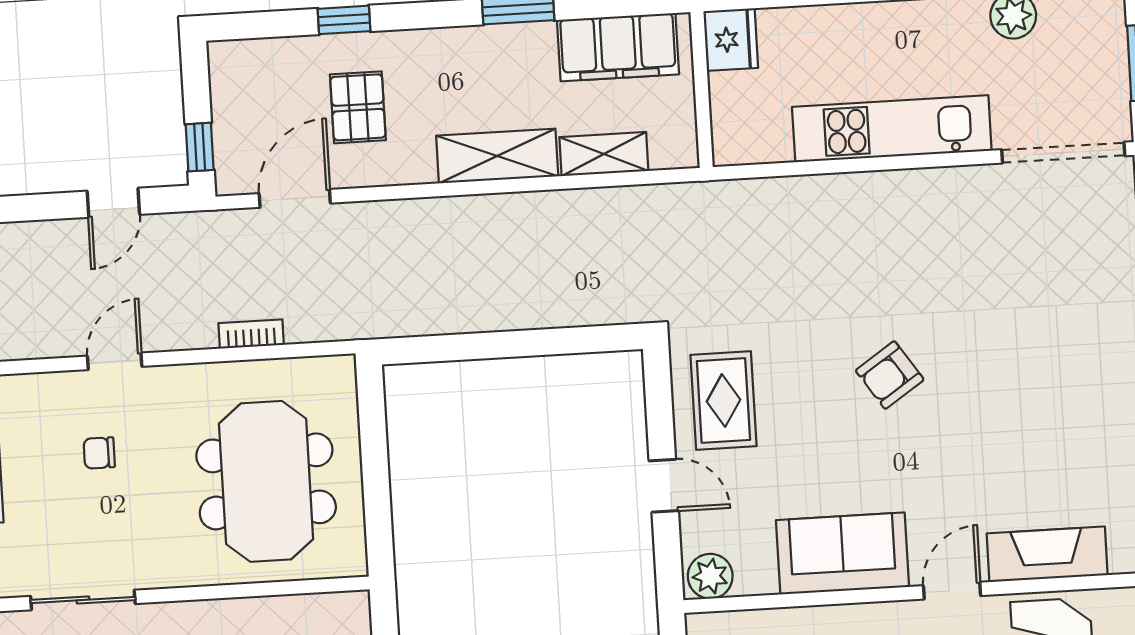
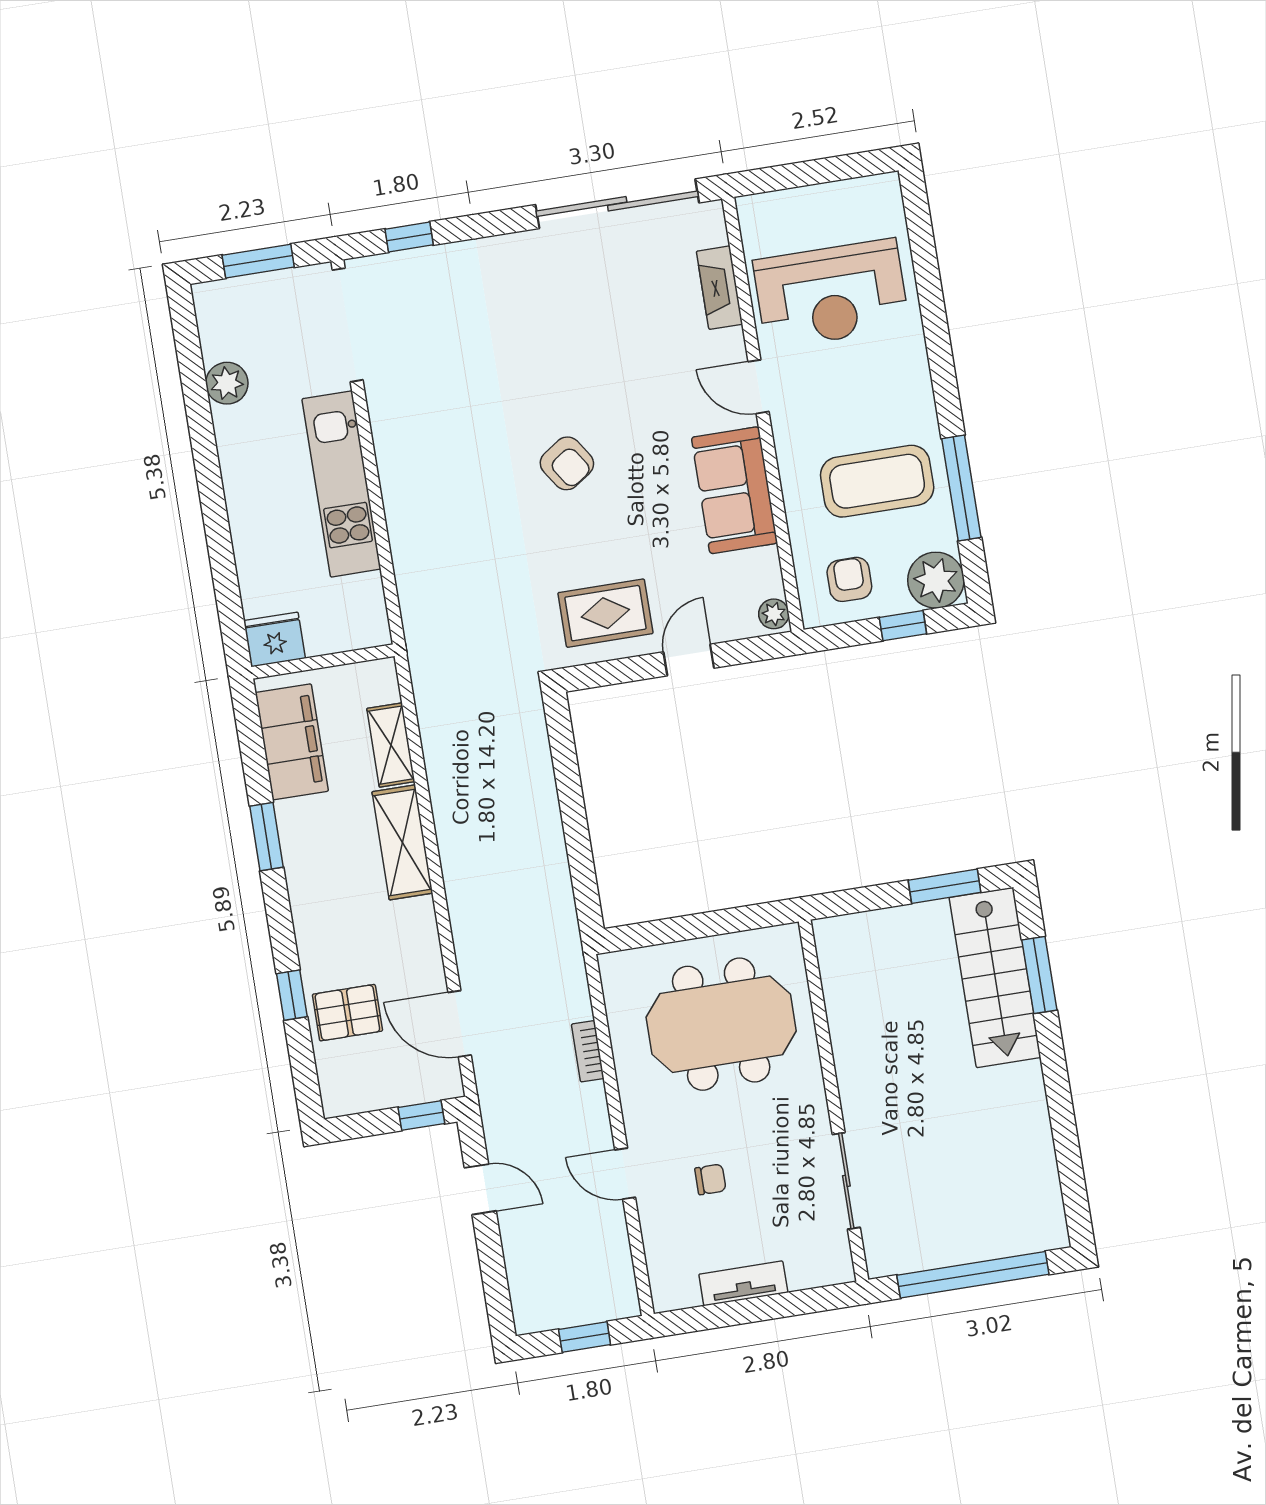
pallet: (358, 107) -> (347, 1013), moved
chair: (99, 453) -> (710, 1179), turned -90
fireplace: (1047, 554) -> (719, 288), width x0.73, depth x0.76
plant: (710, 576) -> (774, 614), width x0.73, depth x0.73

